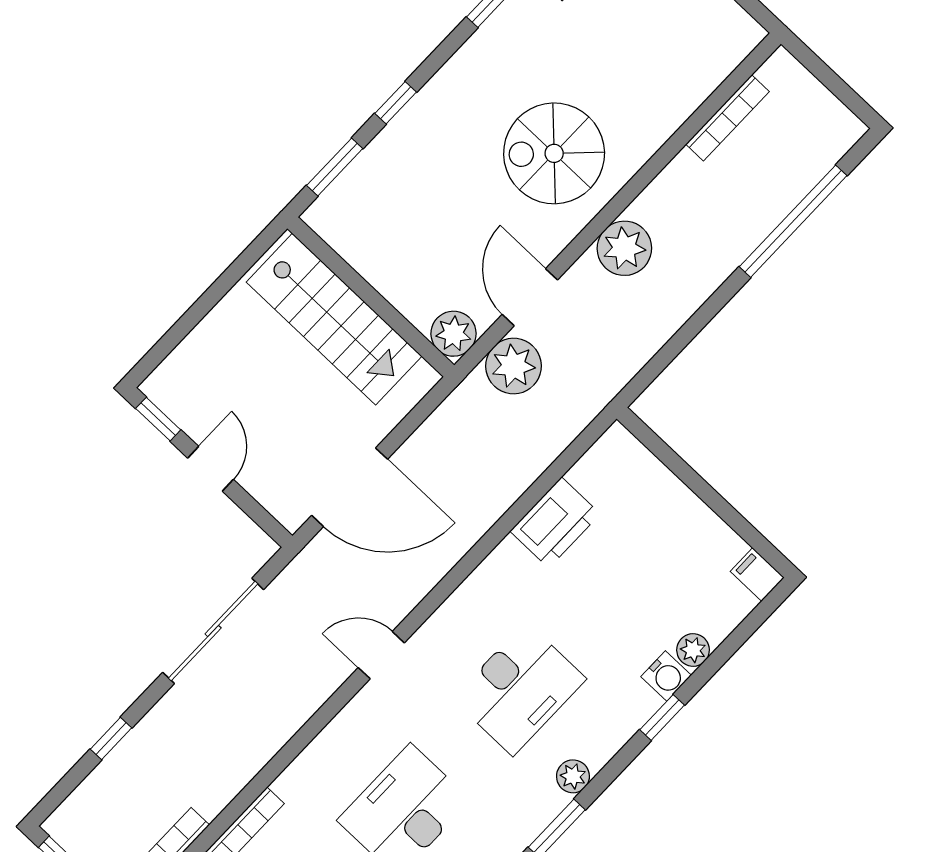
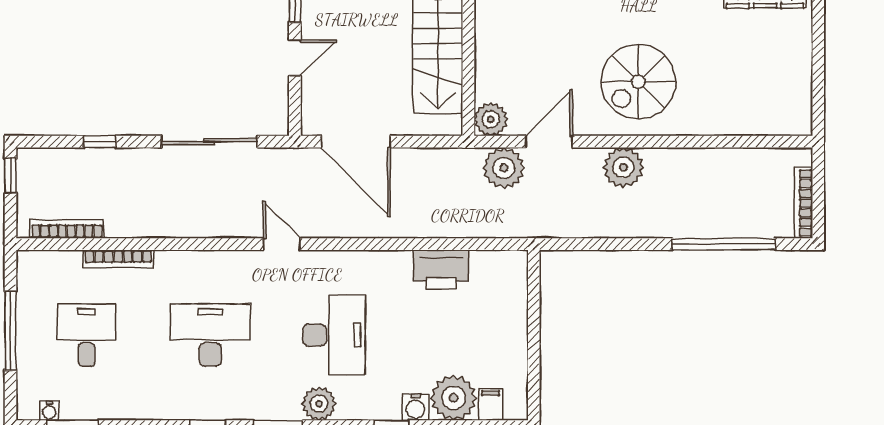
bookcase: (728, 118) -> (803, 203), moved, turned 90
spiral stairs: (554, 153) -> (638, 82), turned -90
filing cabinet: (757, 575) -> (490, 404), moved
plant: (693, 650) -> (454, 398), width x1.87, depth x1.87
desk: (519, 689) -> (334, 335), turned -90
plant: (573, 776) -> (319, 404), width x1.38, depth x1.38

